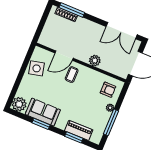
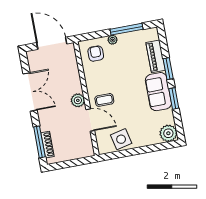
double door: (122, 31) -> (30, 92), moved
plant: (95, 61) -> (78, 100), moved
sofa: (43, 112) -> (158, 92), moved
window: (74, 137) -> (168, 69), moved

